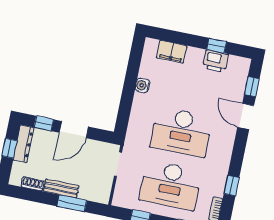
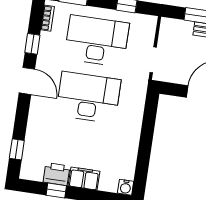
filing cabinet: (172, 52) -> (84, 178), moved
water cooler: (143, 85) -> (126, 187), moved, turned 90
door: (246, 116) -> (27, 81), moved

